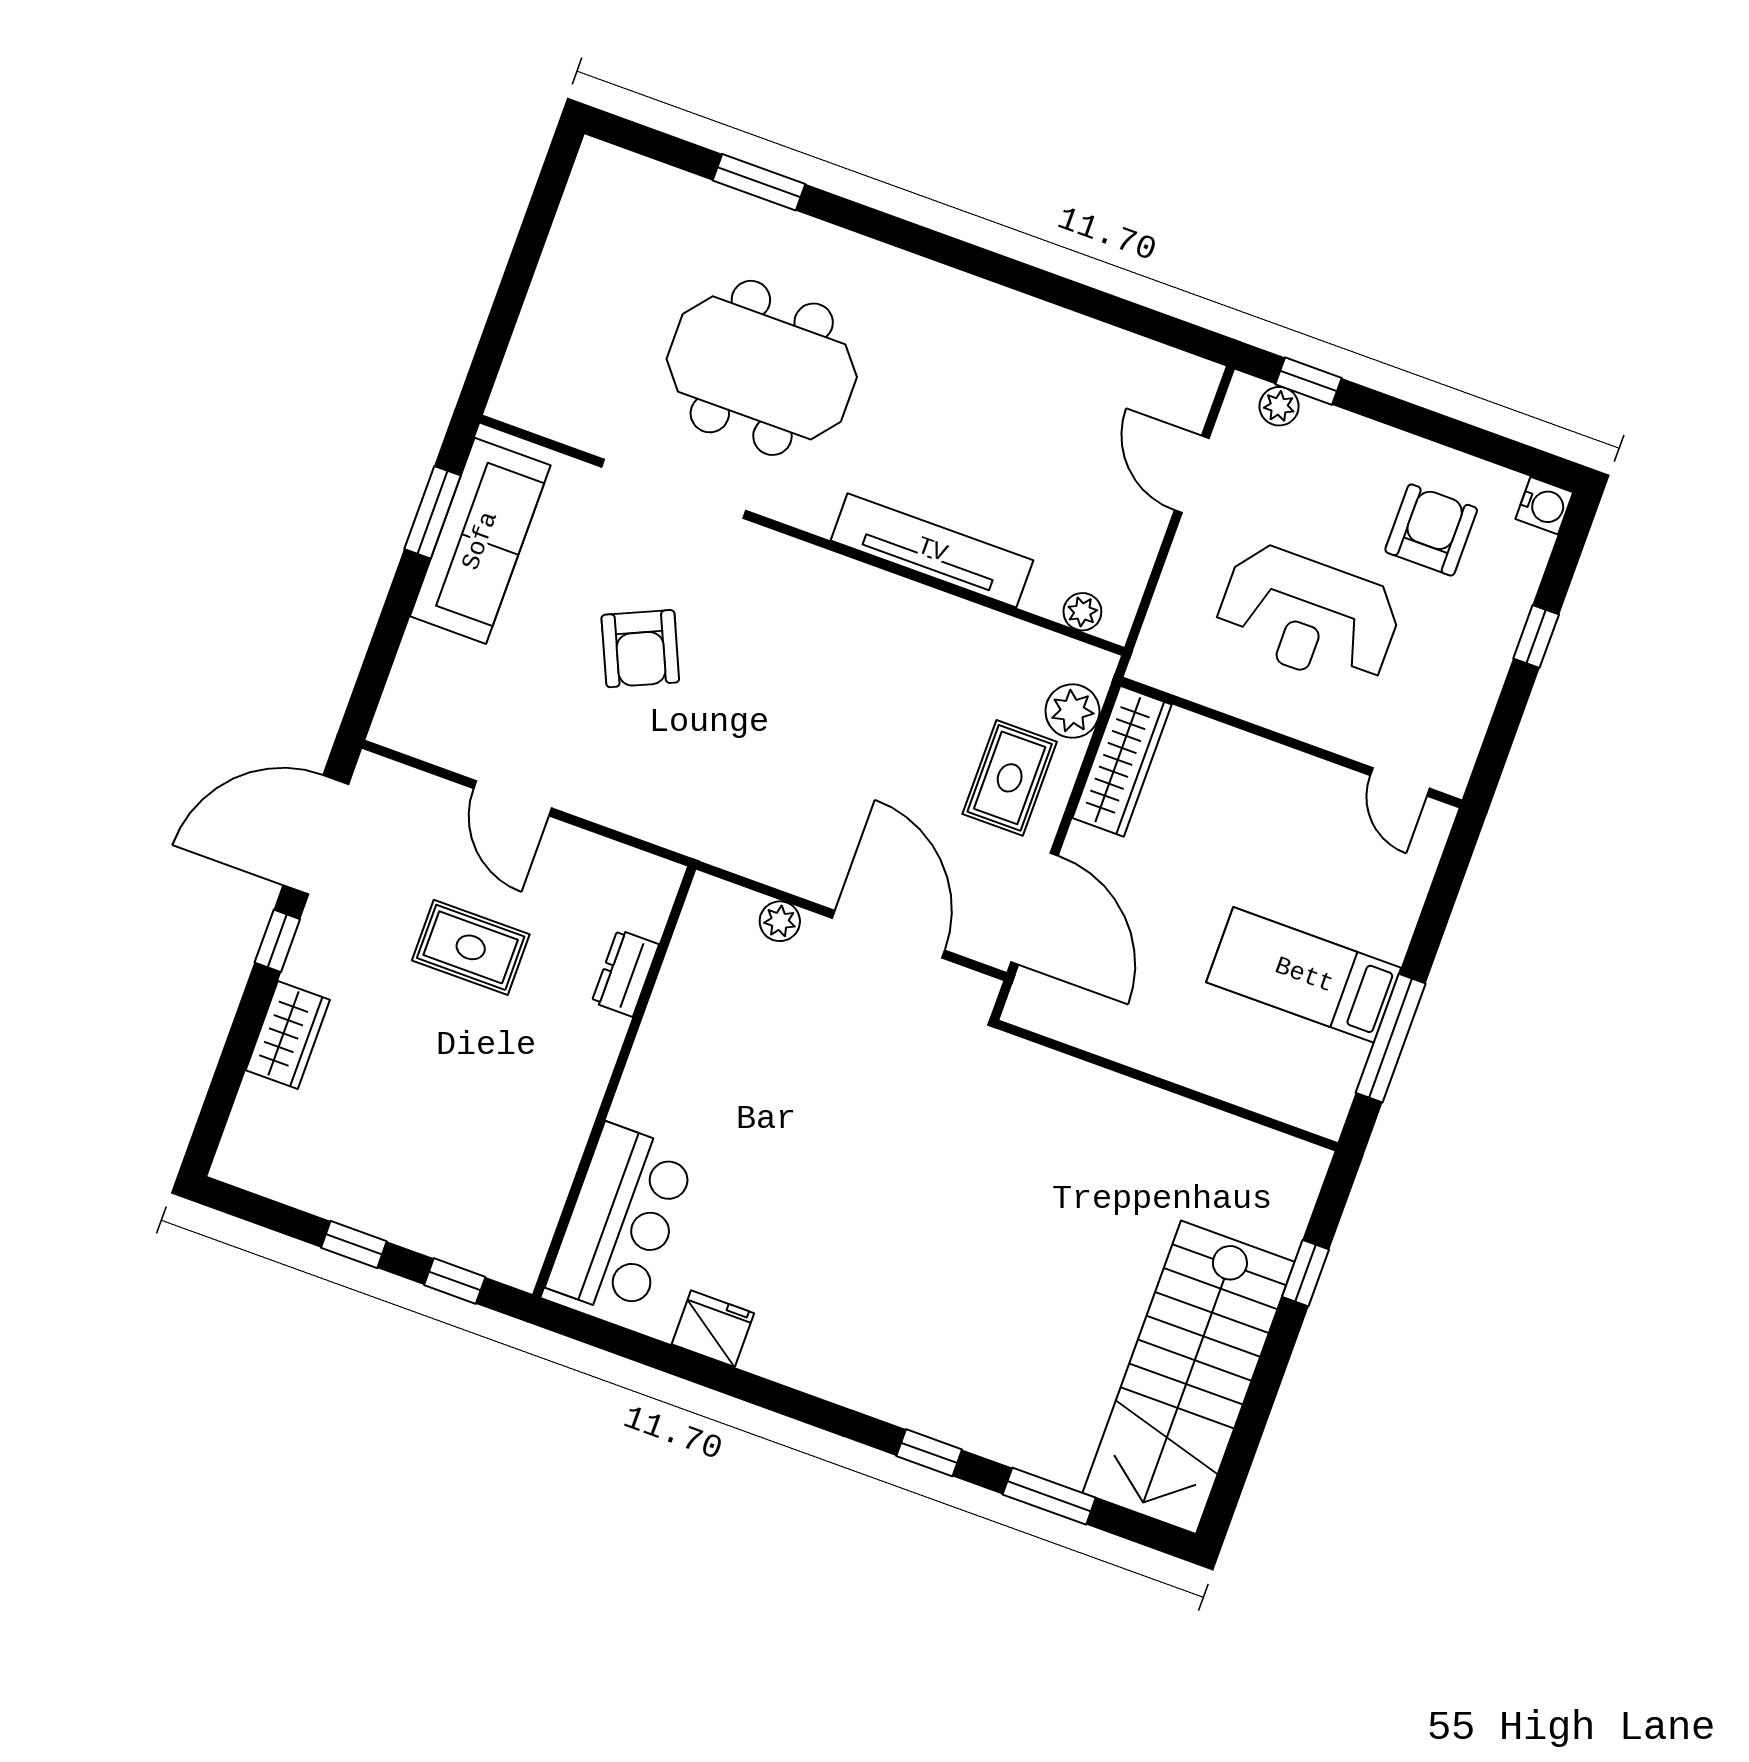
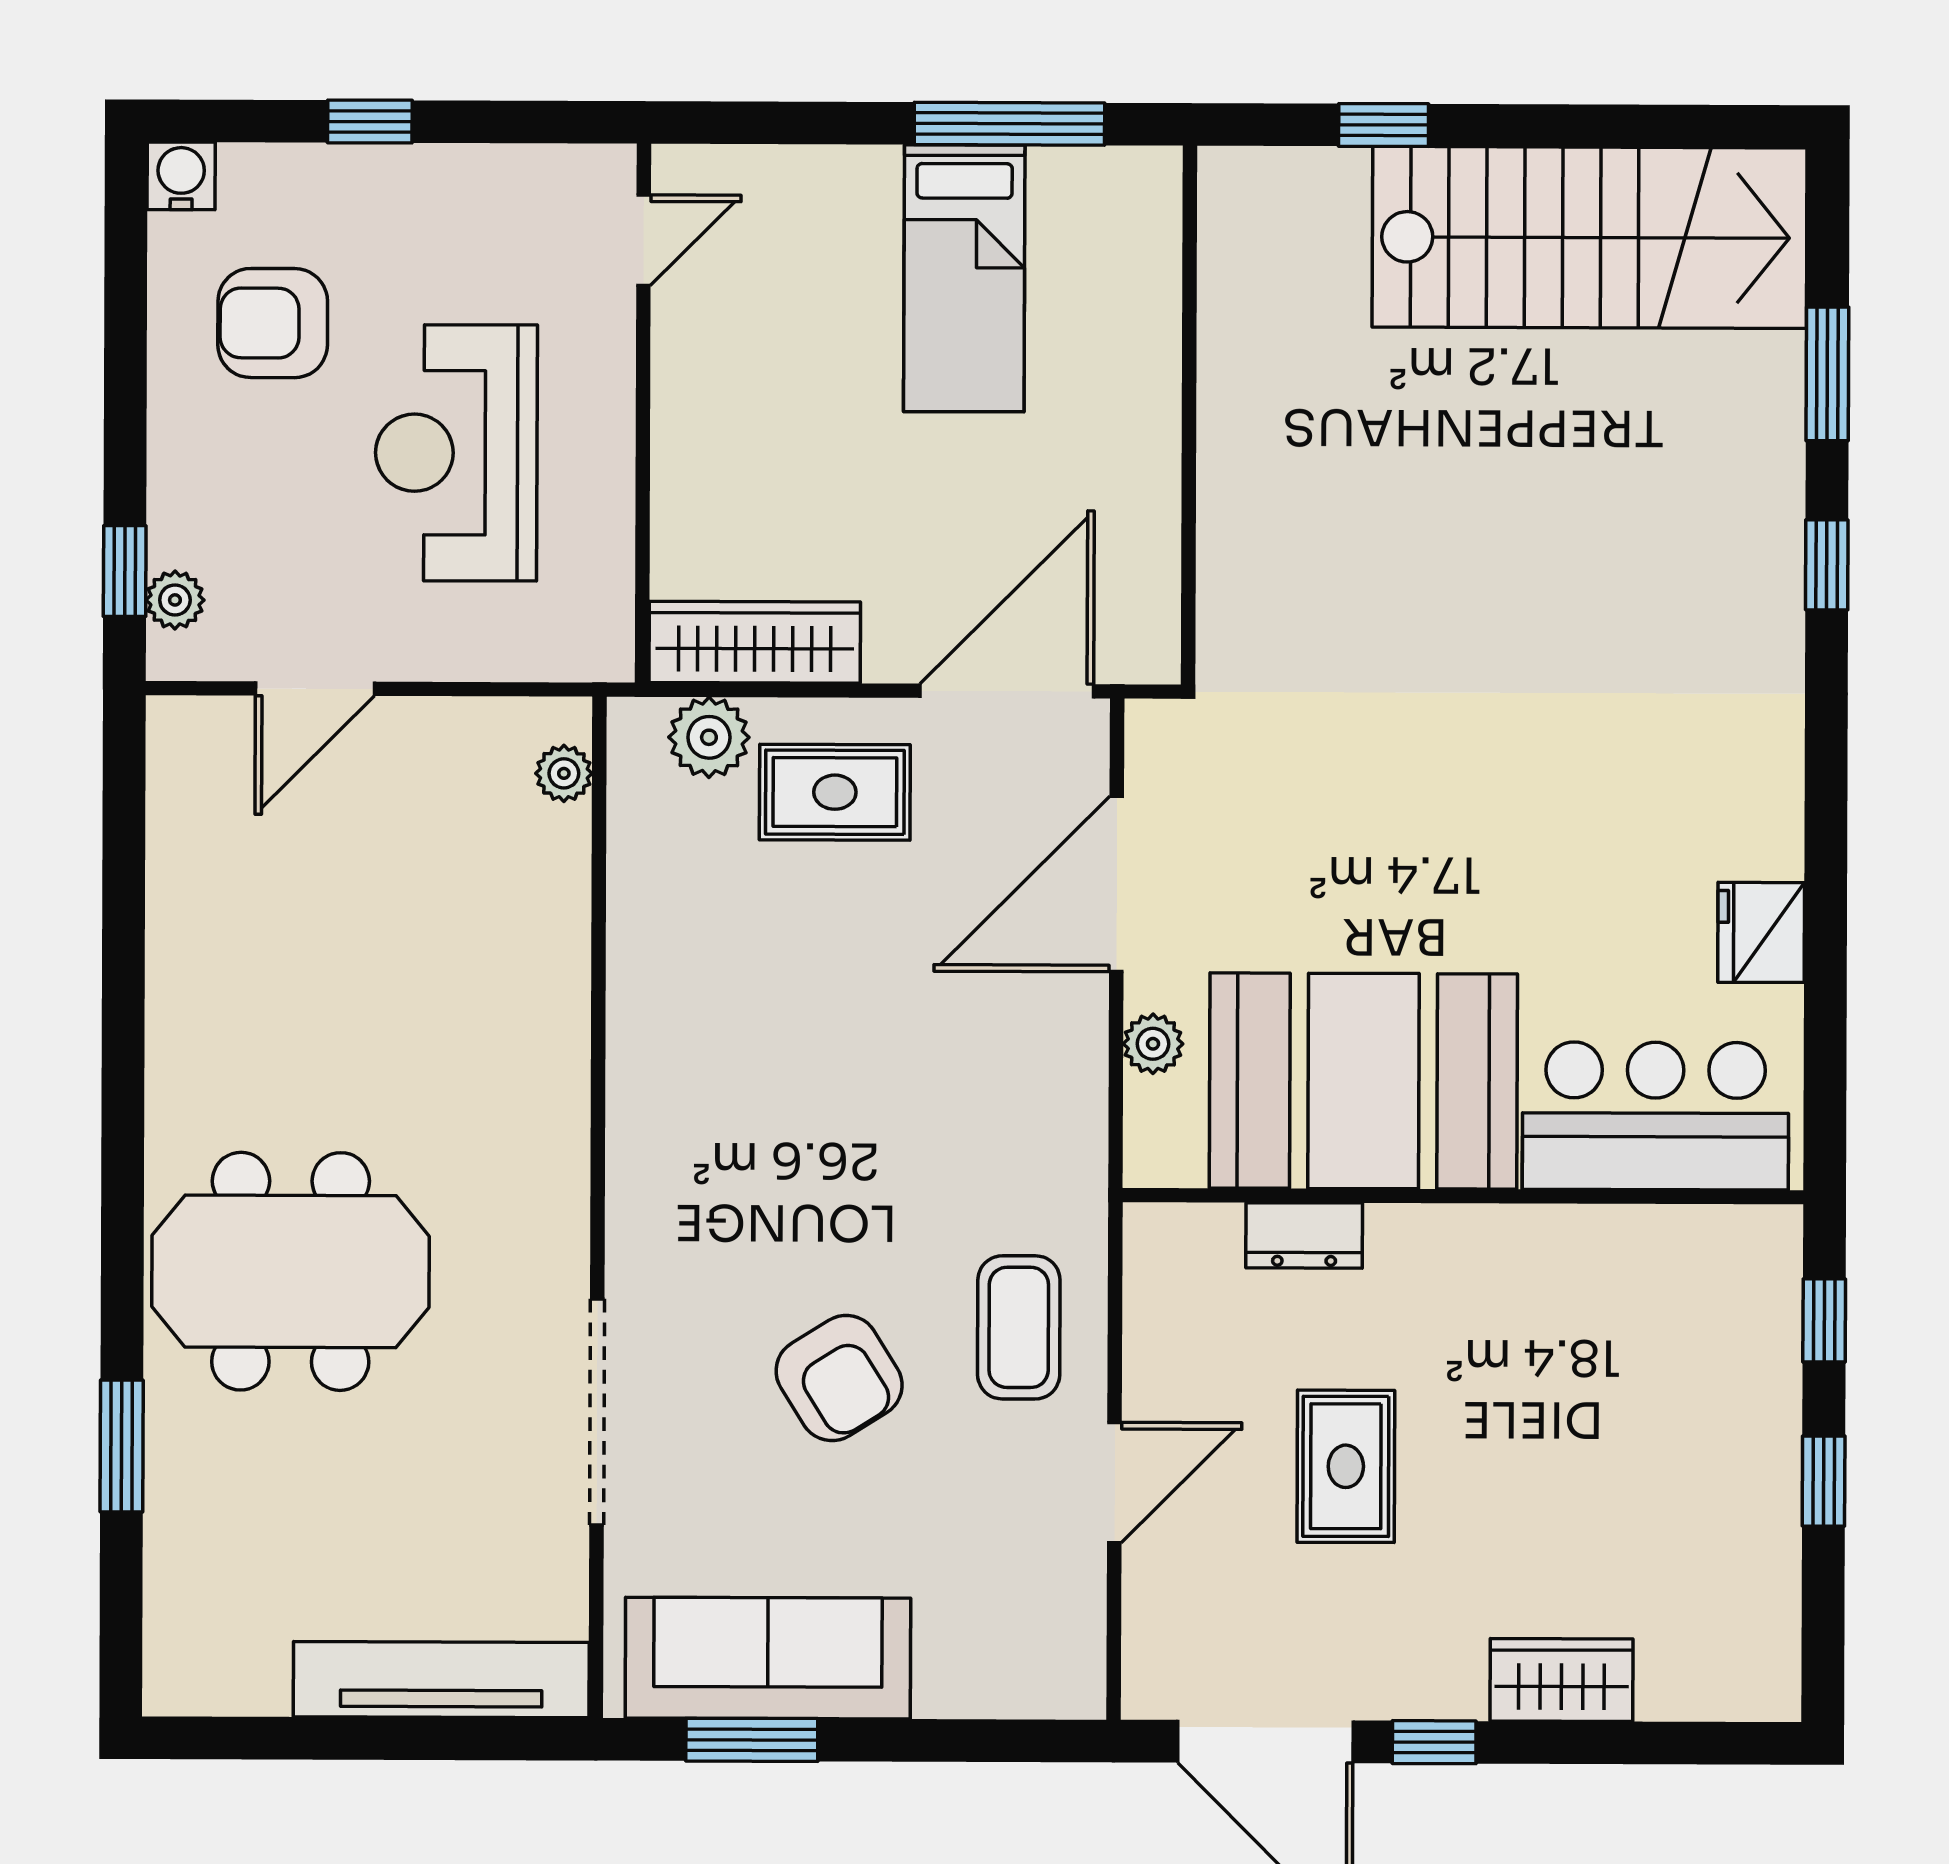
meeting table: (762, 368) -> (291, 1271), moved, turned 90
tv unit: (932, 550) -> (441, 1680), moved, turned 90
reception desk: (1308, 616) -> (456, 453), turned 180
armchair: (640, 649) -> (839, 1378), turned 82
coffee table: (632, 773) -> (1019, 1327), added
booth: (709, 1045) -> (1363, 1081), added

